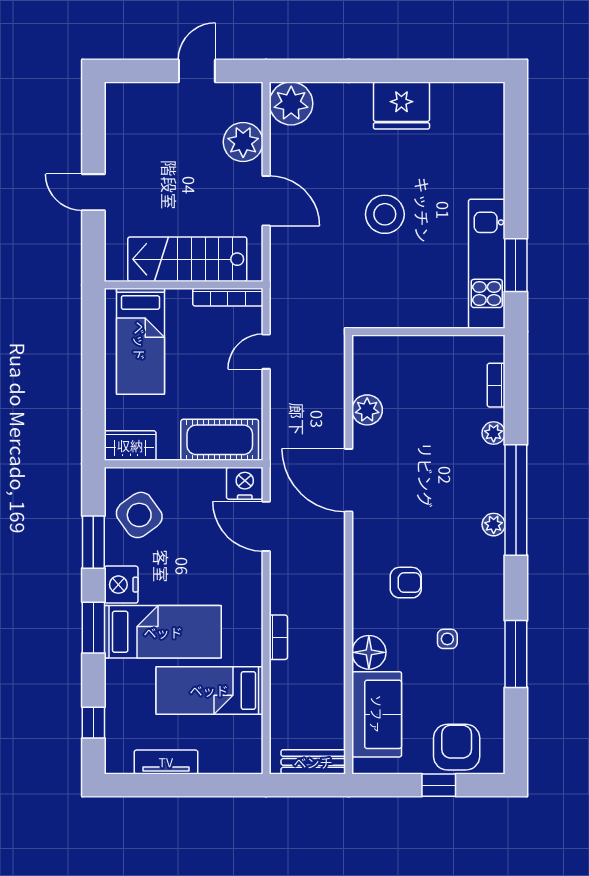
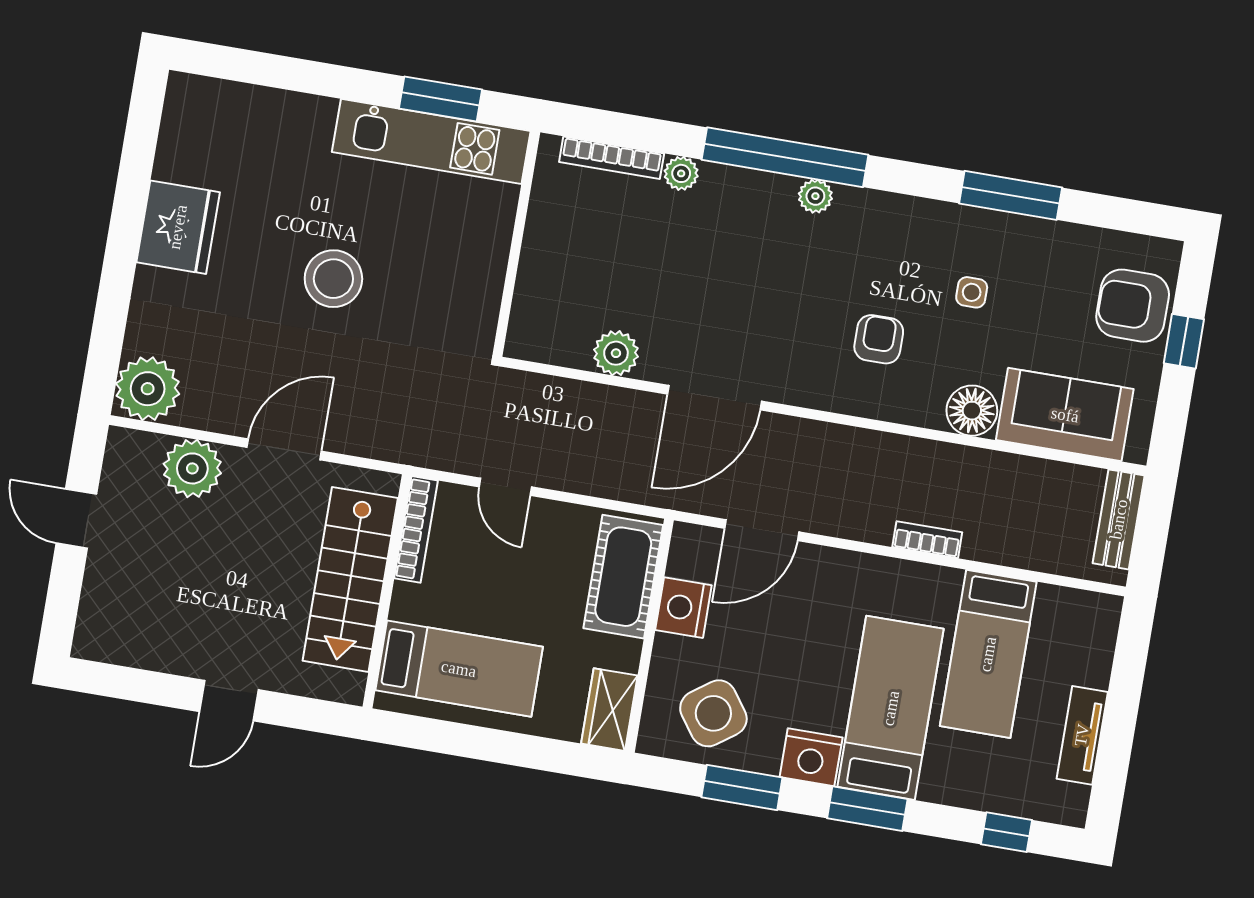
bookcase: (496, 385) -> (612, 158), width x1.56
nightstand: (245, 483) -> (683, 608), moved

